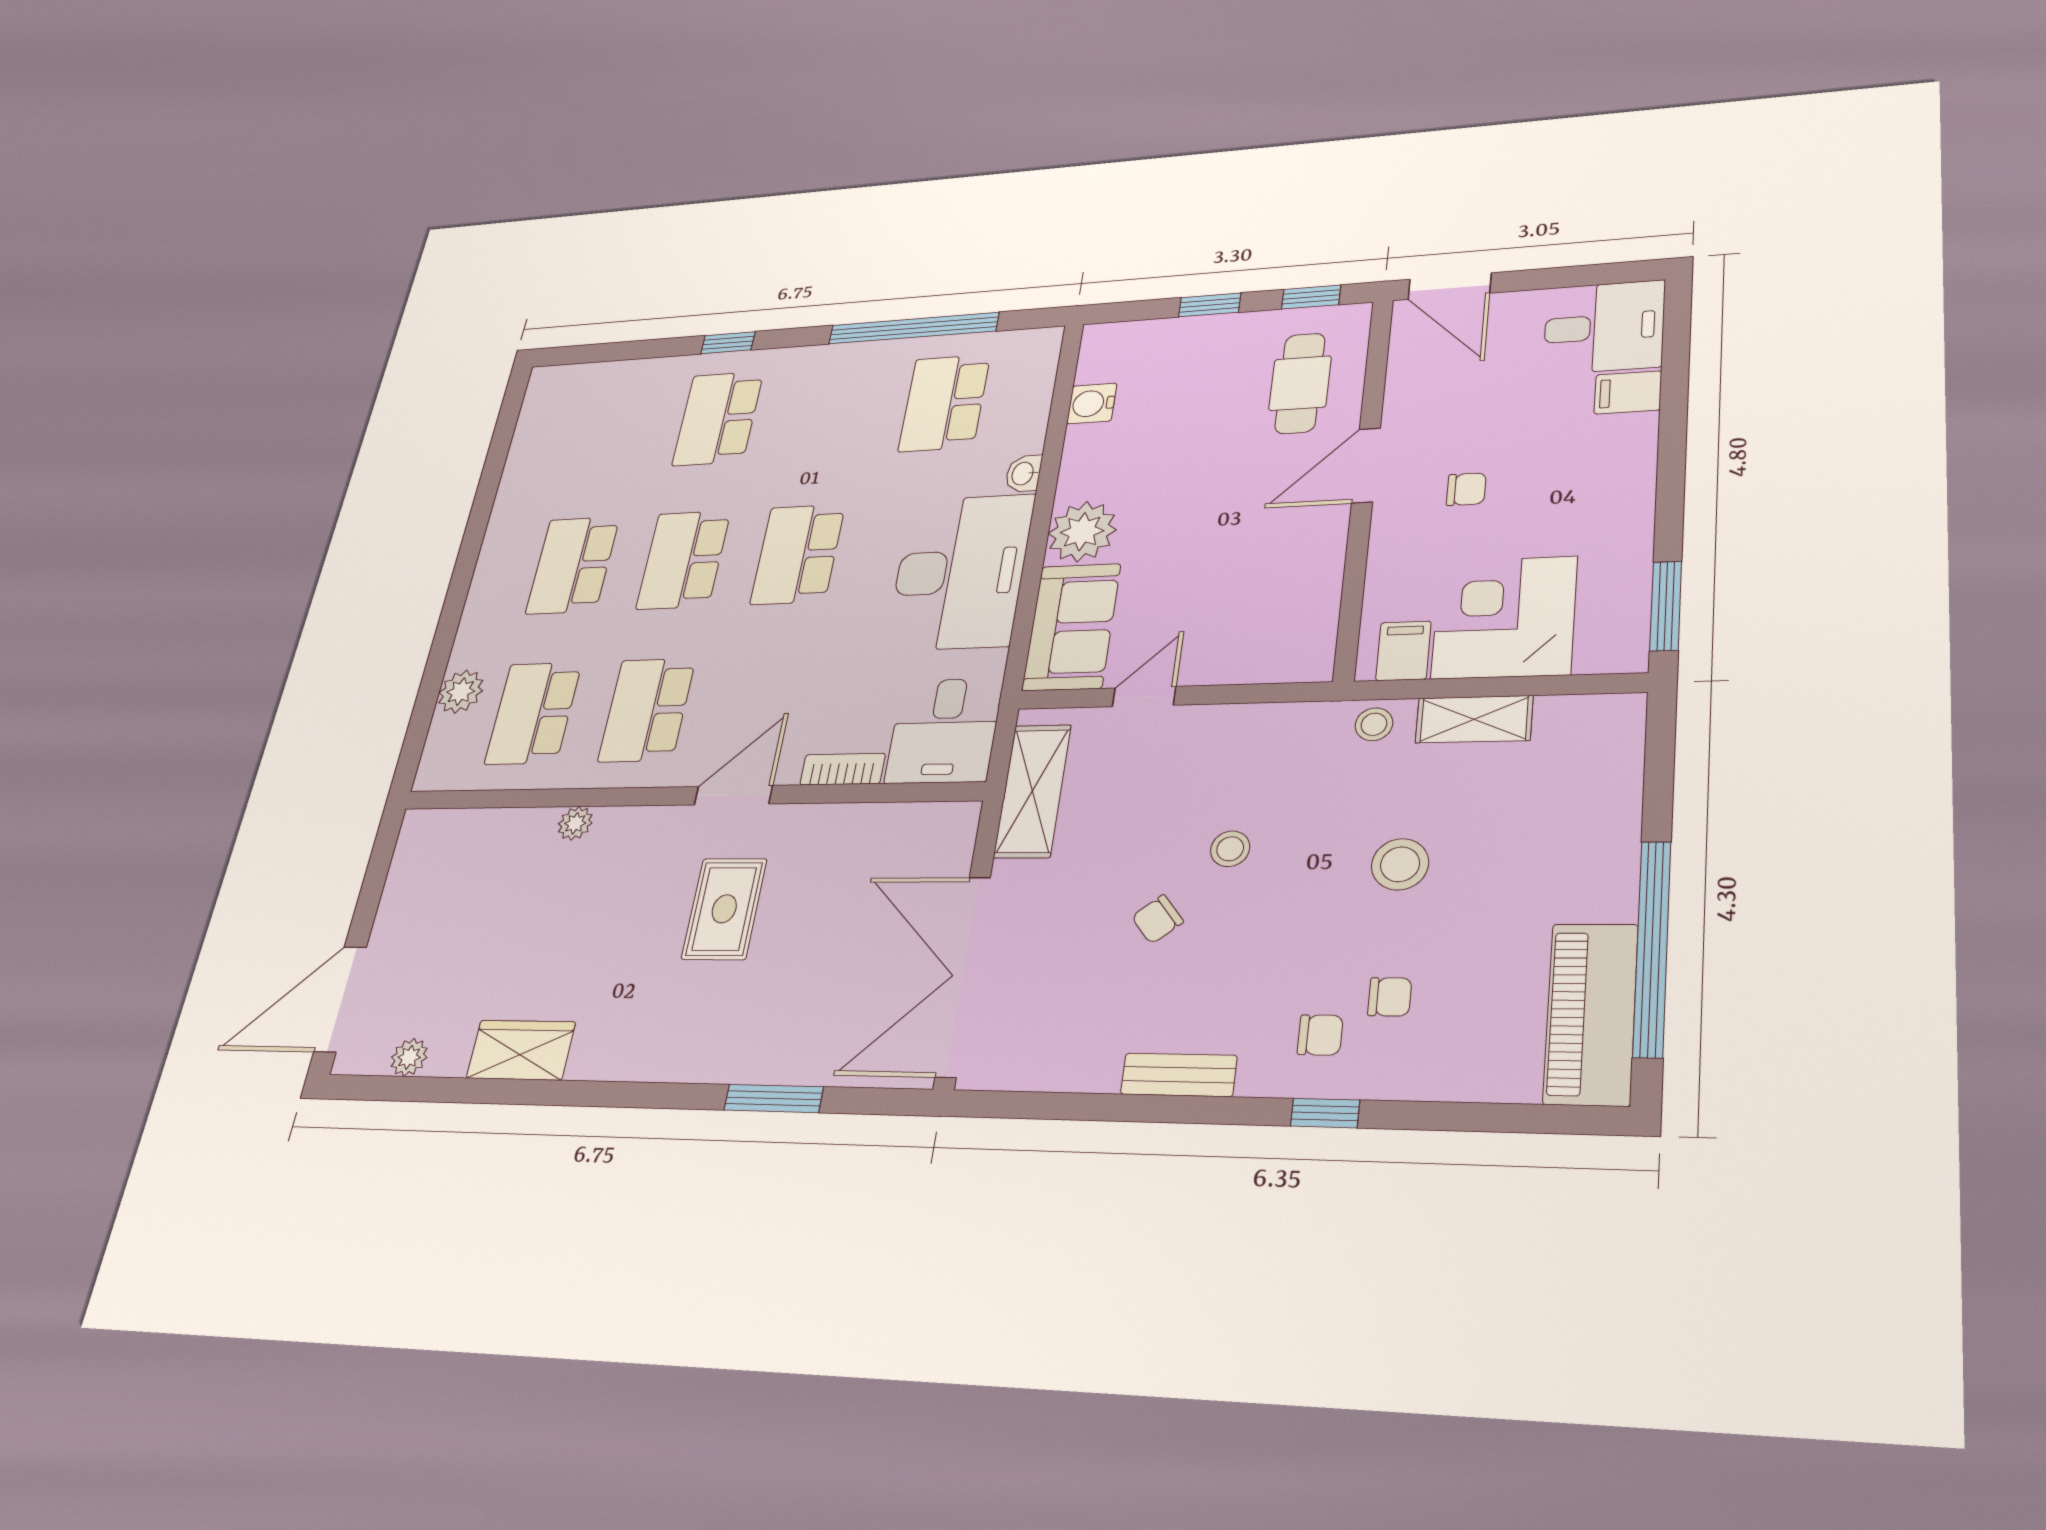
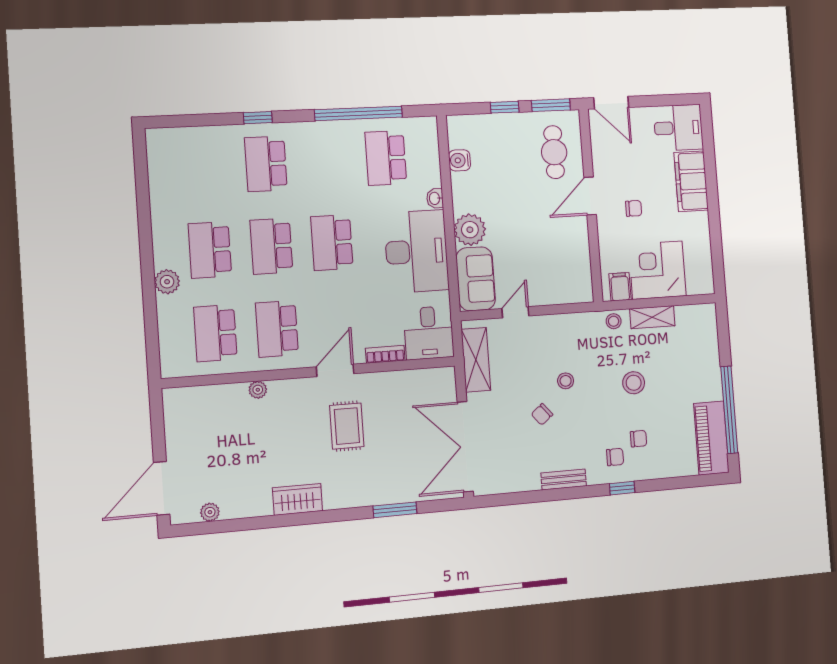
window: (1311, 297) -> (551, 105), width x1.50
filing cabinet: (1628, 392) -> (691, 181), width x3.00, depth x1.17
window: (1666, 606) -> (718, 264), removed
plant: (461, 692) -> (167, 282), moved
wardrobe: (521, 1050) -> (298, 499), moved

